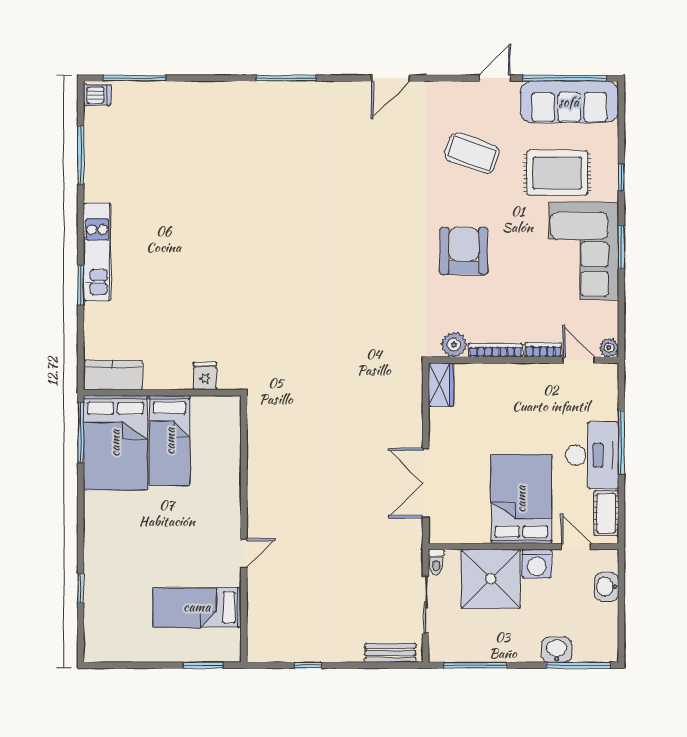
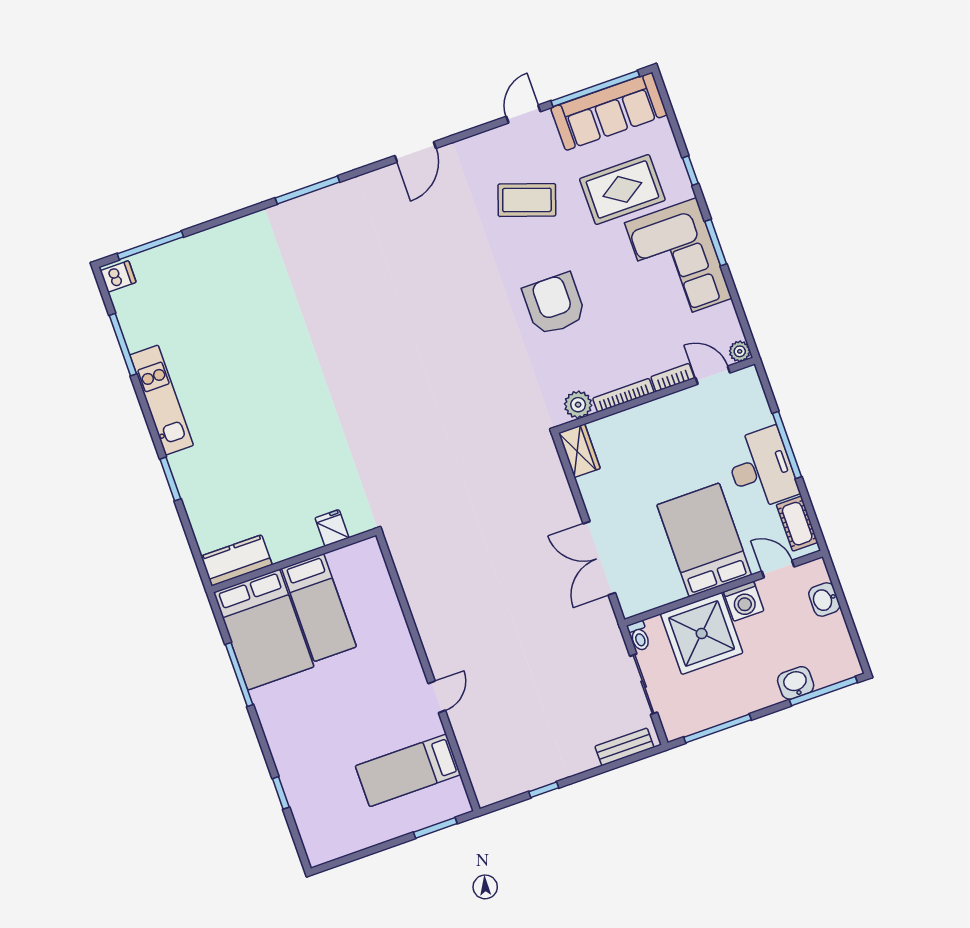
kitchen unit: (97, 252) -> (162, 400), moved
window: (81, 433) -> (239, 674), moved

